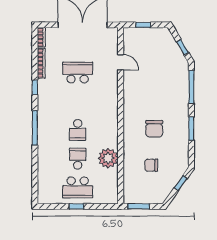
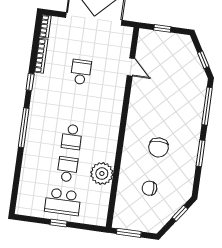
school desk: (78, 73) -> (81, 72), width x0.54

